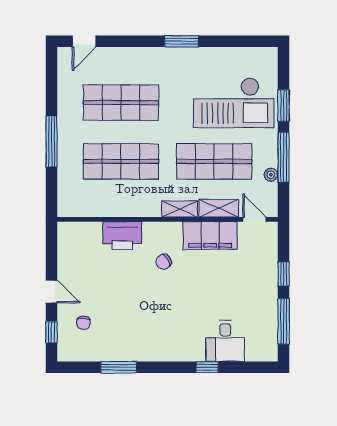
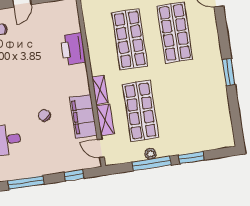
checkout: (234, 103) -> (188, 119), removed
plant: (271, 175) -> (150, 154), moved
door: (254, 219) -> (101, 148), swing flipped
chair: (164, 262) -> (44, 115), moved
window: (284, 274) -> (74, 175), moved

